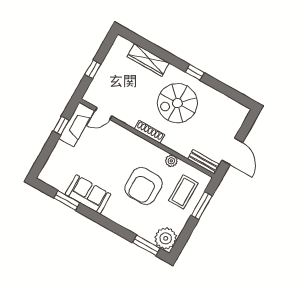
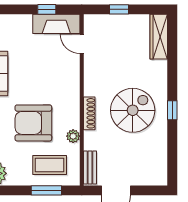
wardrobe: (148, 60) -> (159, 37), moved
spiral stairs: (177, 103) -> (133, 110), turned 90
shoe rack: (149, 132) -> (89, 113), moved

